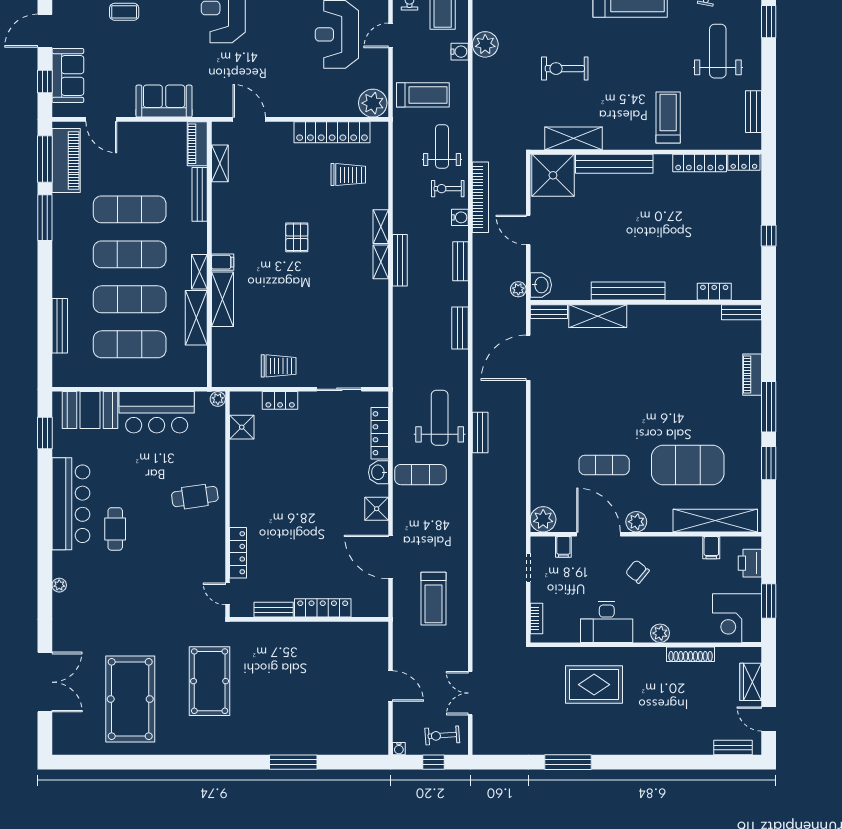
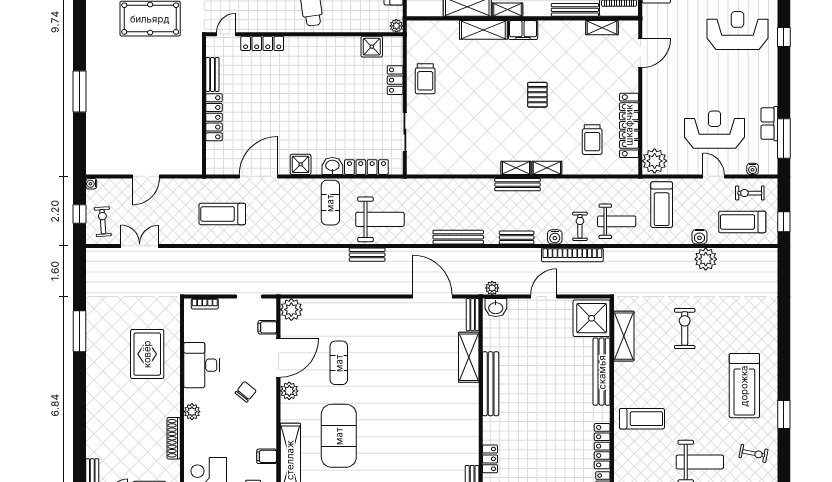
pallet: (297, 237) -> (537, 95), turned 90
filing cabinet: (223, 262) -> (523, 30), width x2.00
bench: (460, 328) -> (458, 237), width x1.36

